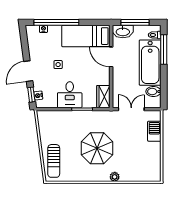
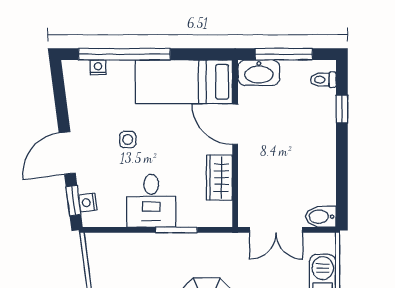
window: (164, 49) -> (342, 109), width x0.46
bathtub: (150, 63) -> (314, 136), removed
bidet: (153, 92) -> (321, 217), moved
wardrobe: (103, 97) -> (219, 178), moved
double door: (131, 109) -> (276, 230), swing flipped

